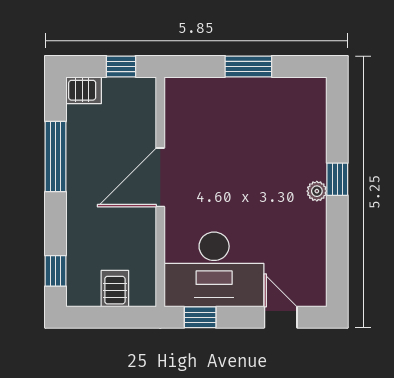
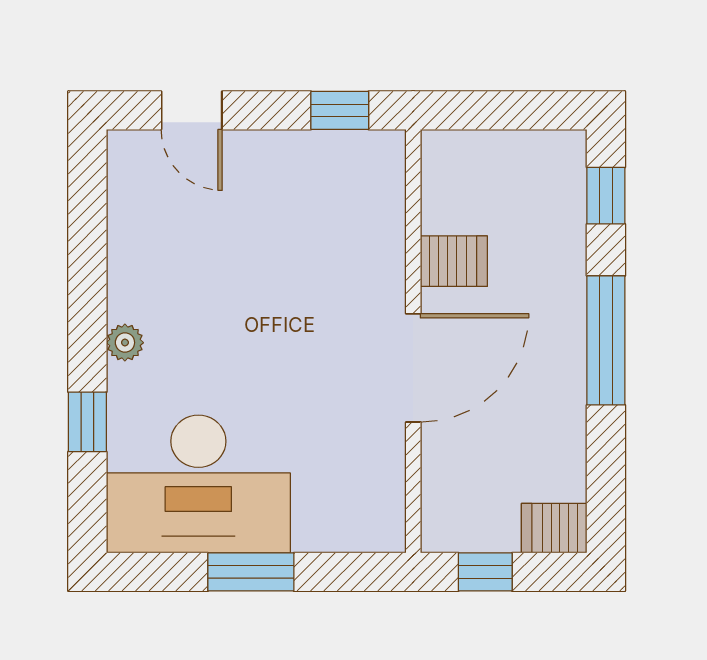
window: (55, 157) -> (606, 340), moved
window: (337, 179) -> (87, 422), moved
desk: (214, 269) -> (198, 484), moved, turned 180
server rack: (115, 289) -> (454, 261), moved, turned -90

